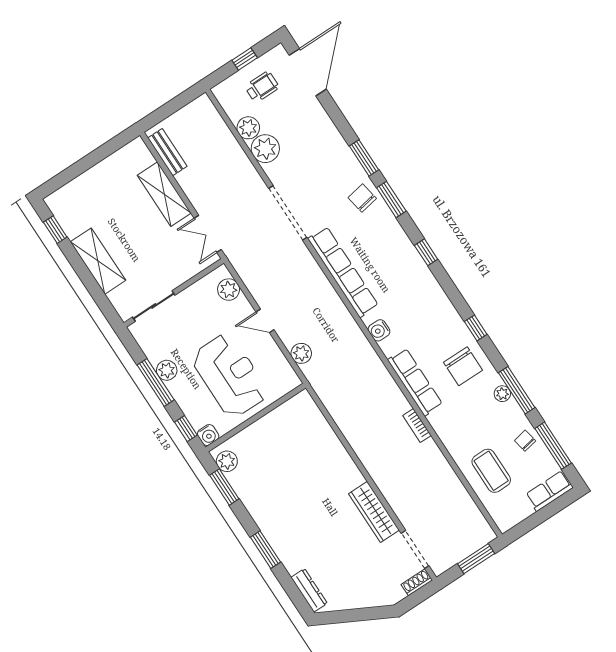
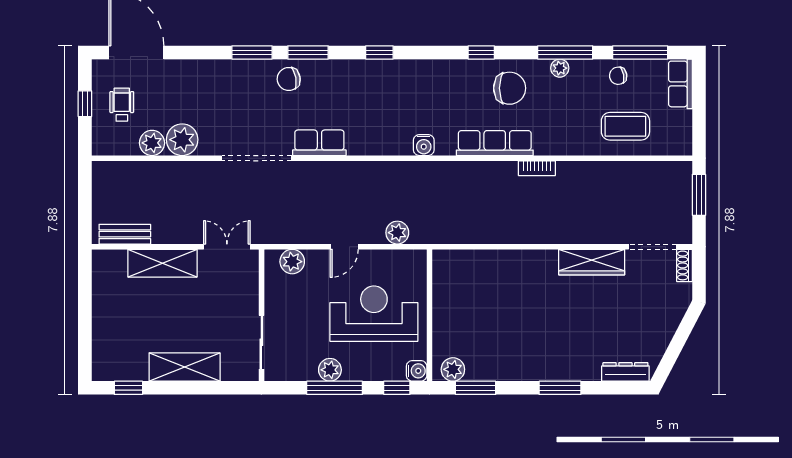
double door: (208, 234) -> (227, 247), swing flipped
row of seats: (343, 272) -> (319, 143), width x0.50

